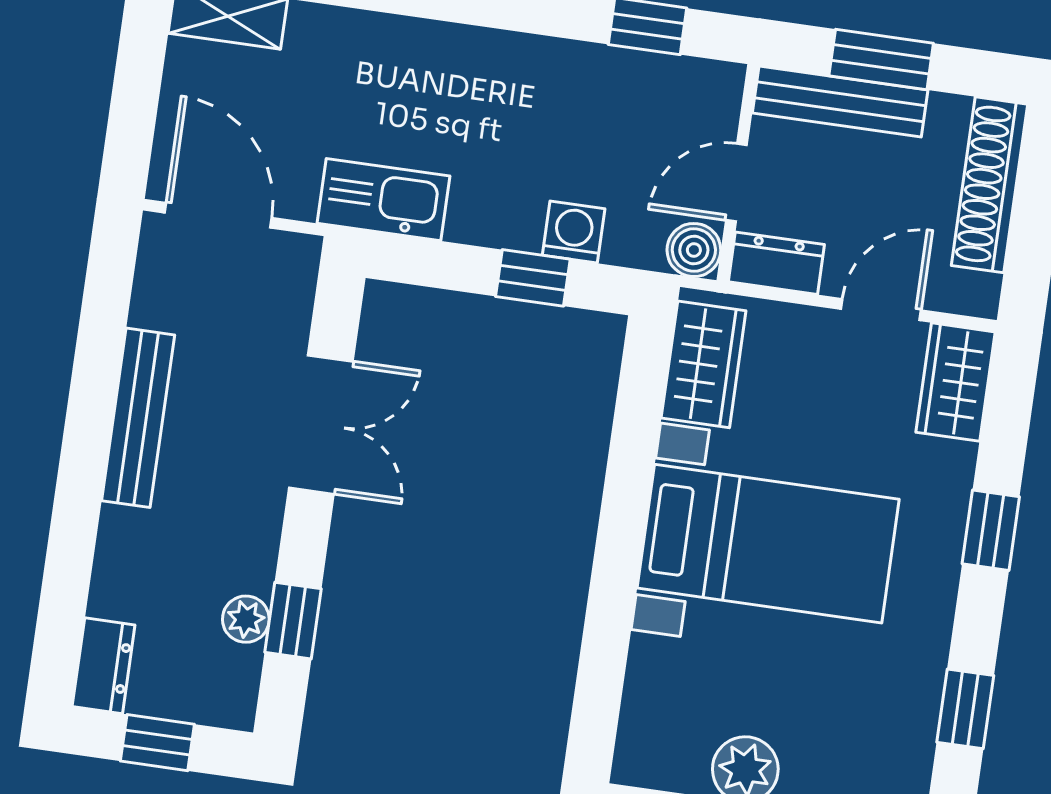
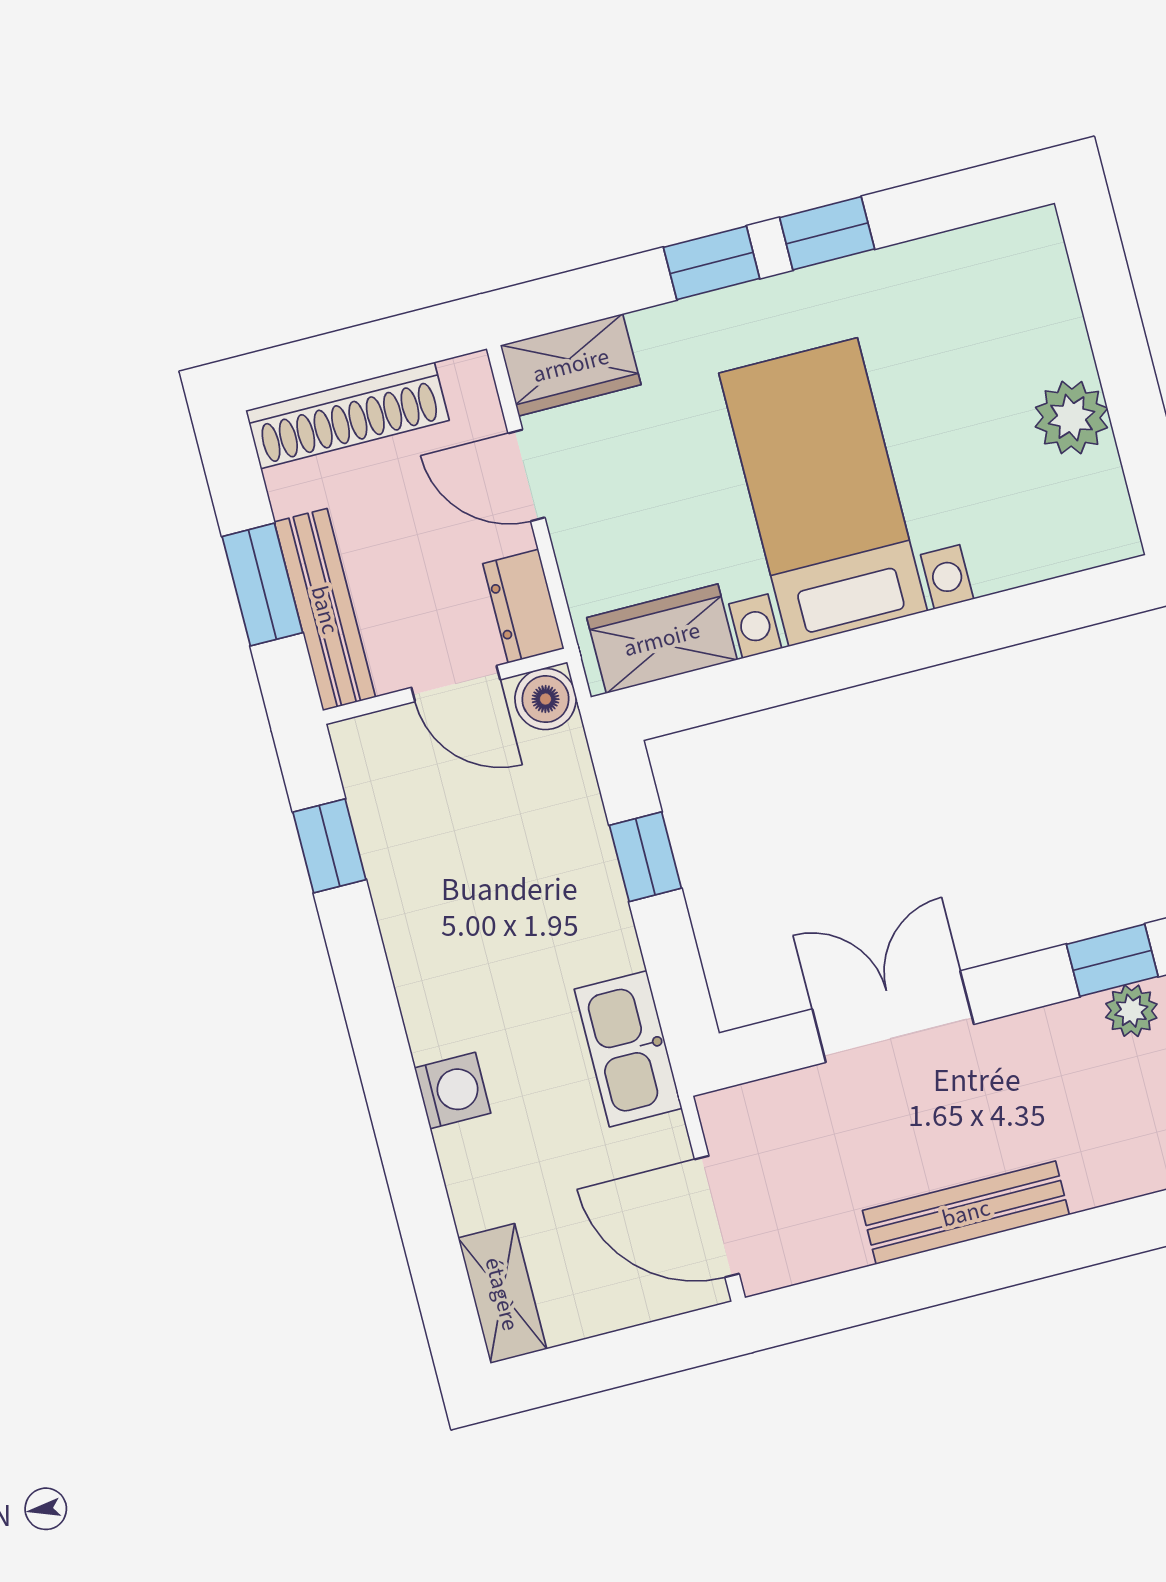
door: (218, 215) -> (717, 1217), hinge flipped
washing machine: (574, 232) -> (453, 1091), moved, turned 180
window: (965, 709) -> (827, 233), moved

